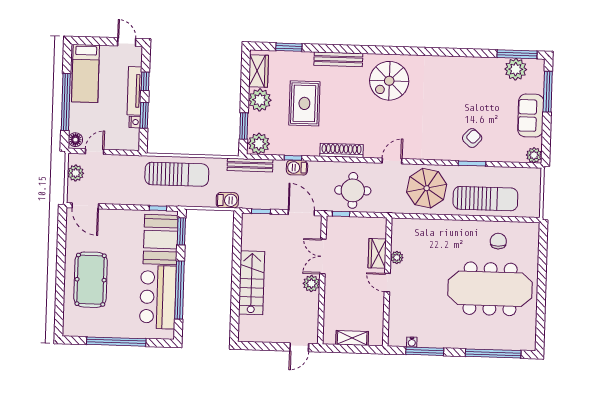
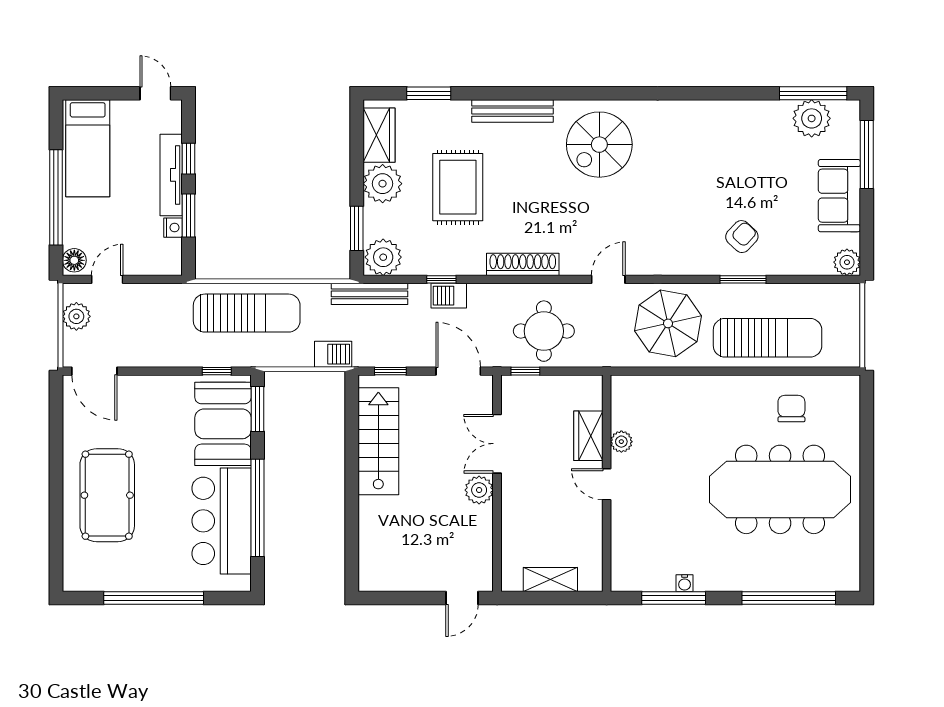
stairs: (252, 283) -> (378, 441), moved
water cooler: (412, 342) -> (685, 583), moved

